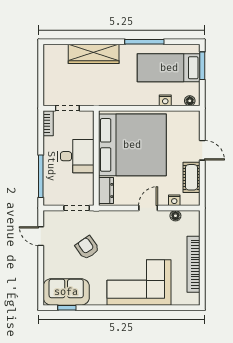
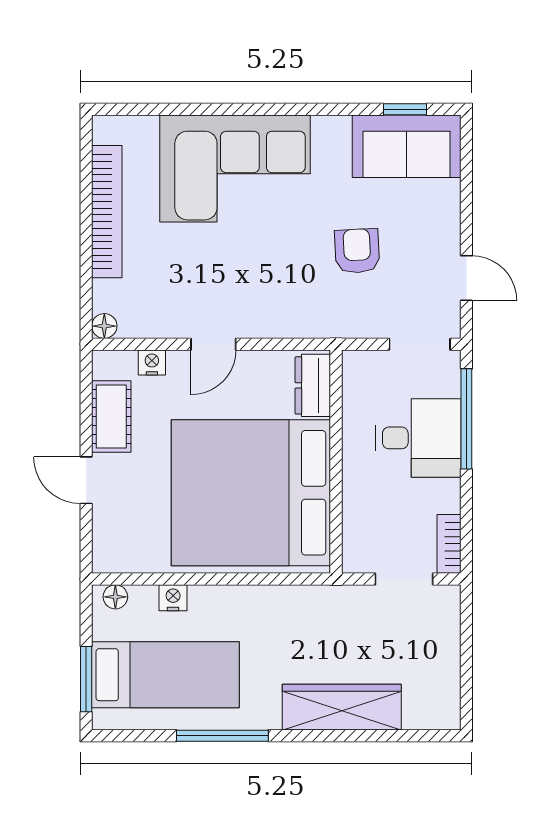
desk: (76, 156) -> (418, 438), moved, turned 180
doorway: (77, 208) -> (420, 344), moved
floor lamp: (175, 216) -> (104, 326), moved
armchair: (87, 248) -> (357, 251), turned -148

